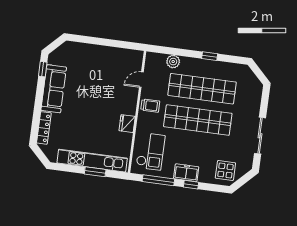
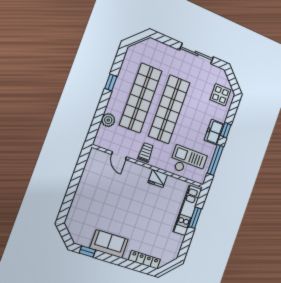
sofa: (54, 89) -> (109, 244), width x0.73
kitchen unit: (92, 161) -> (187, 210), width x0.73

